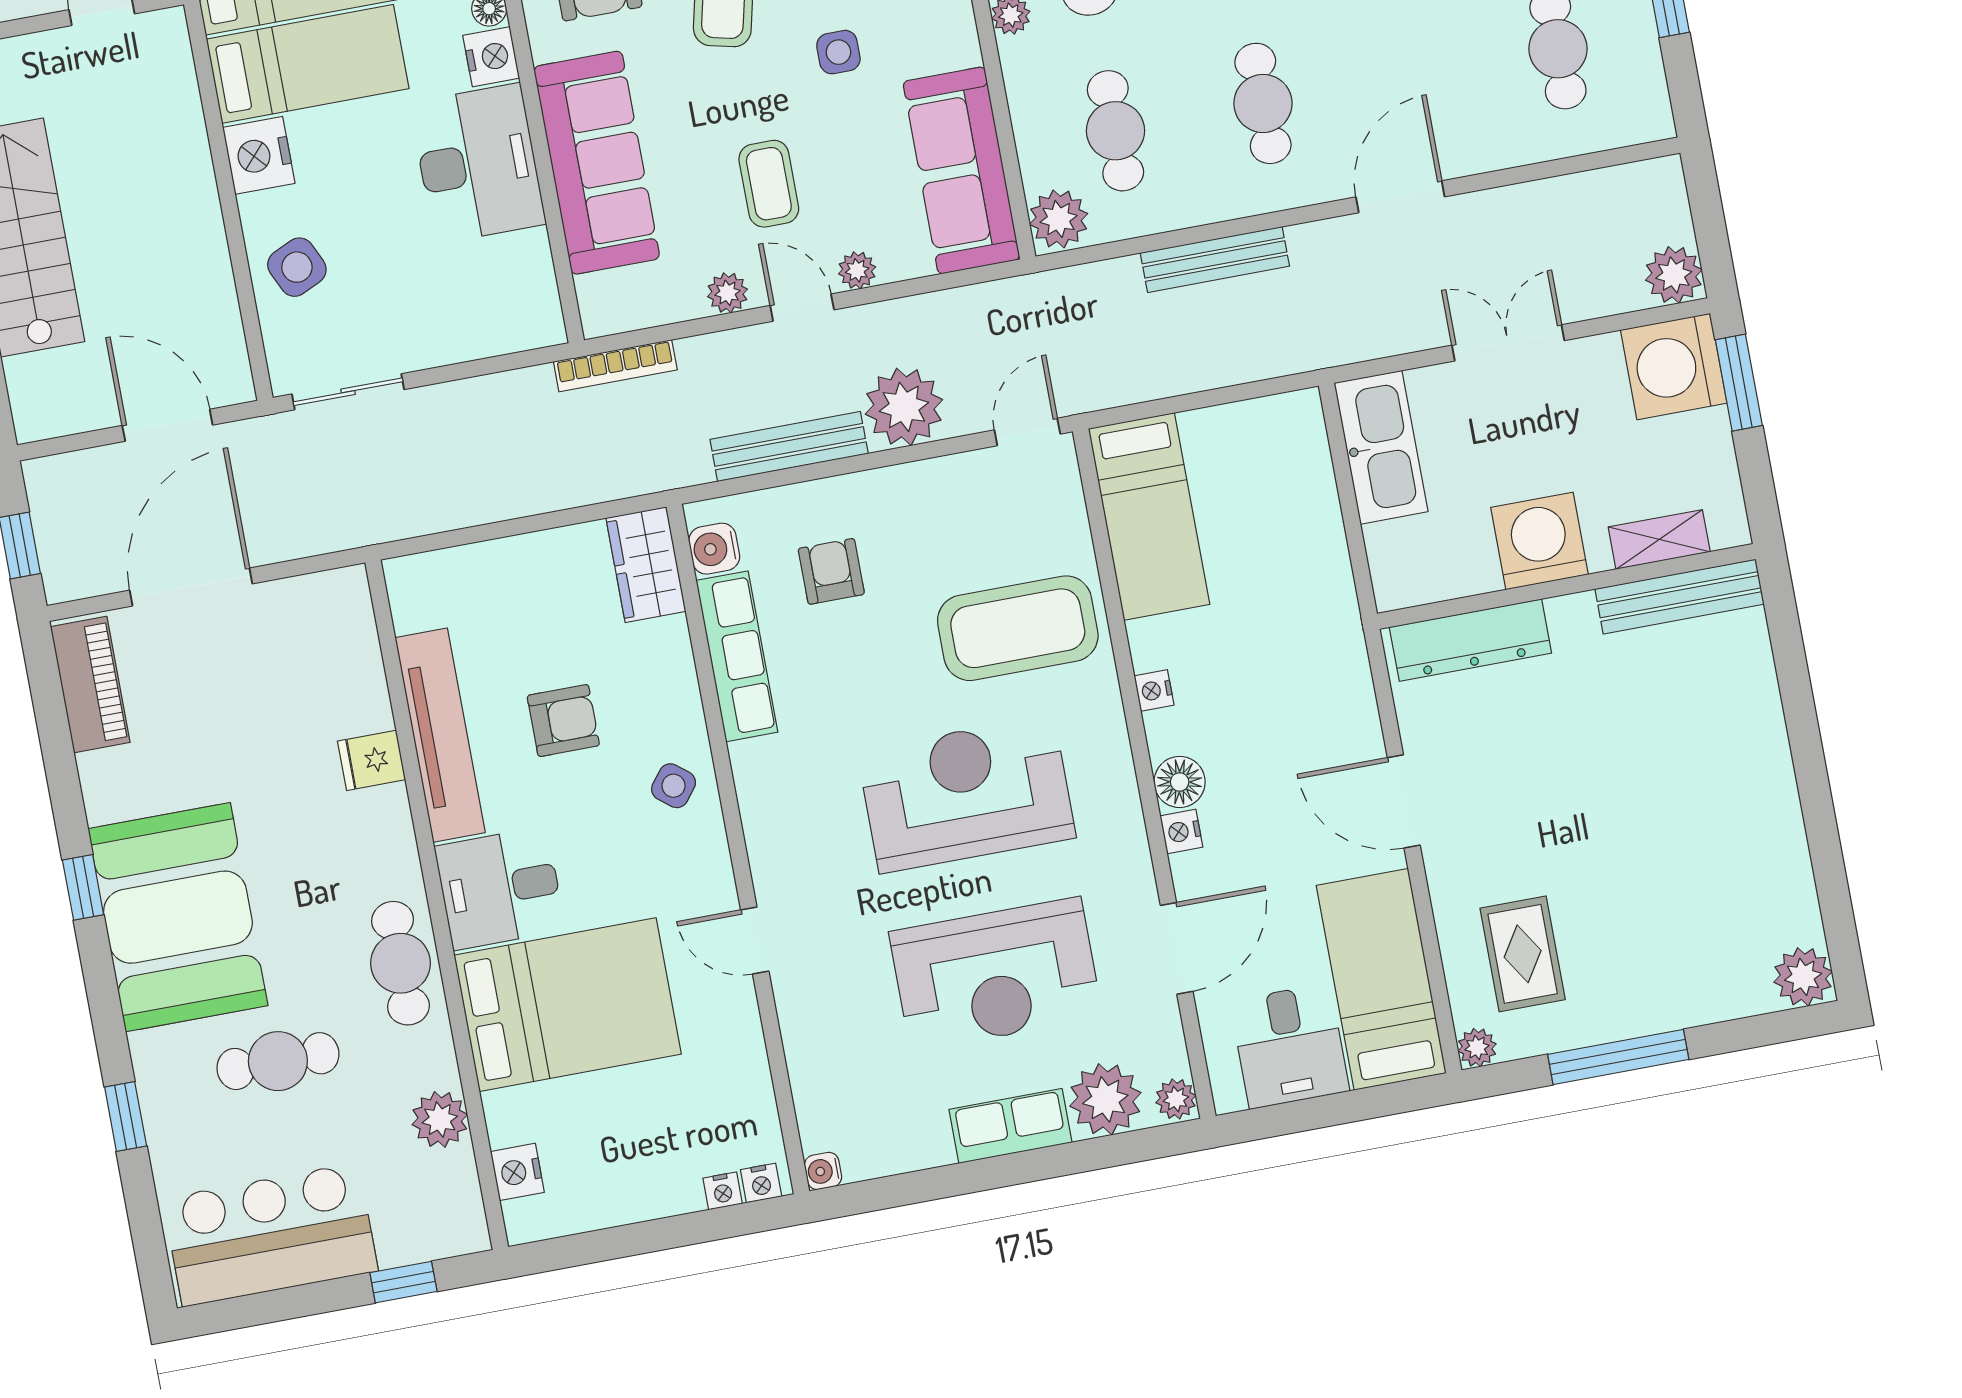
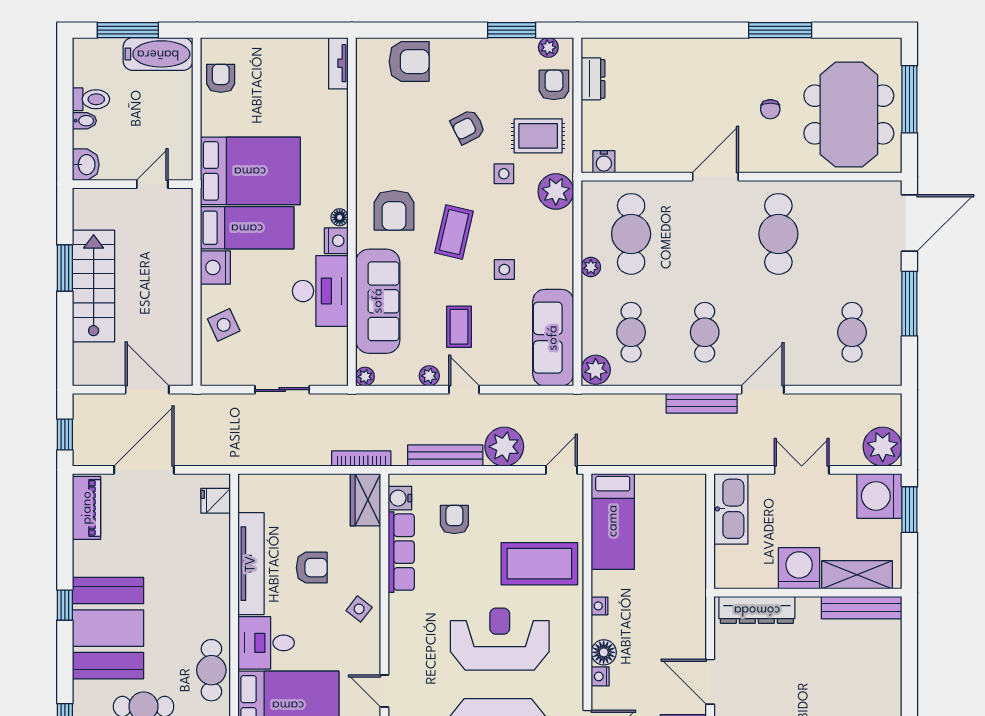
bench: (1215, 259) -> (702, 403), moved
plant: (857, 270) -> (365, 377), moved
plant: (1674, 275) -> (883, 447), width x1.36, depth x1.36
bookcase: (615, 366) -> (361, 458), moved, turned 180
sliding door: (348, 392) -> (282, 390), moved
shelving: (1659, 539) -> (857, 575), width x1.50, depth x1.33
fridge: (372, 760) -> (216, 501), moved

